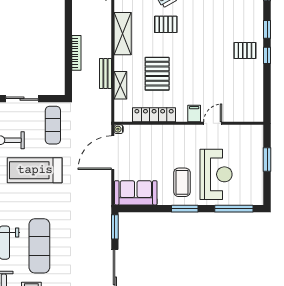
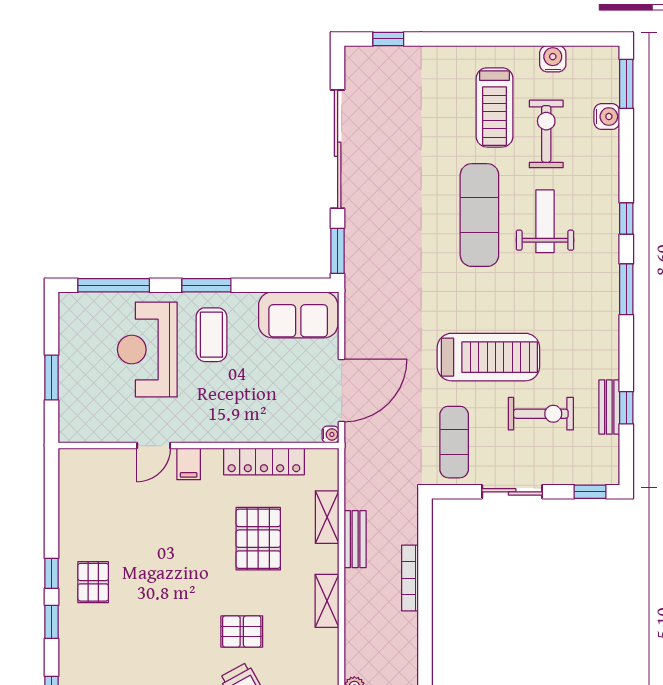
shelving: (123, 34) -> (327, 601), width x0.67, depth x0.75
pallet: (245, 51) -> (93, 582), turned 90

